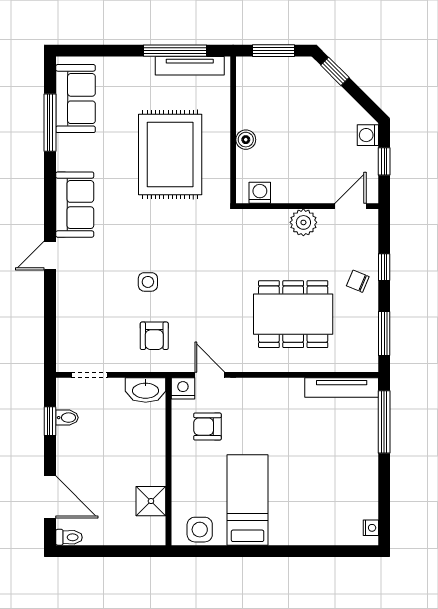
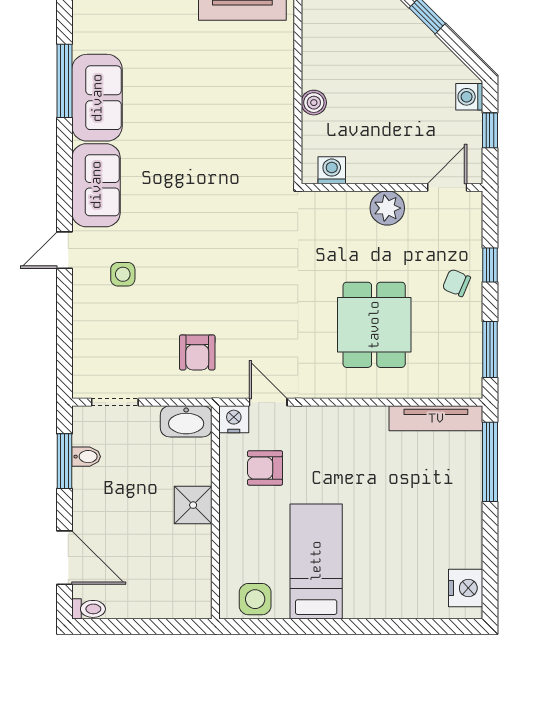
sofa: (75, 99) -> (97, 98), moved
rug: (170, 155) -> (218, 122), removed
side table: (148, 282) -> (123, 274), moved
dining table: (293, 314) -> (374, 325), width x0.73
window: (50, 421) -> (65, 461), width x1.50
shower: (151, 501) -> (193, 505), moved
nightstand: (371, 528) -> (466, 588), width x1.89, depth x1.79

